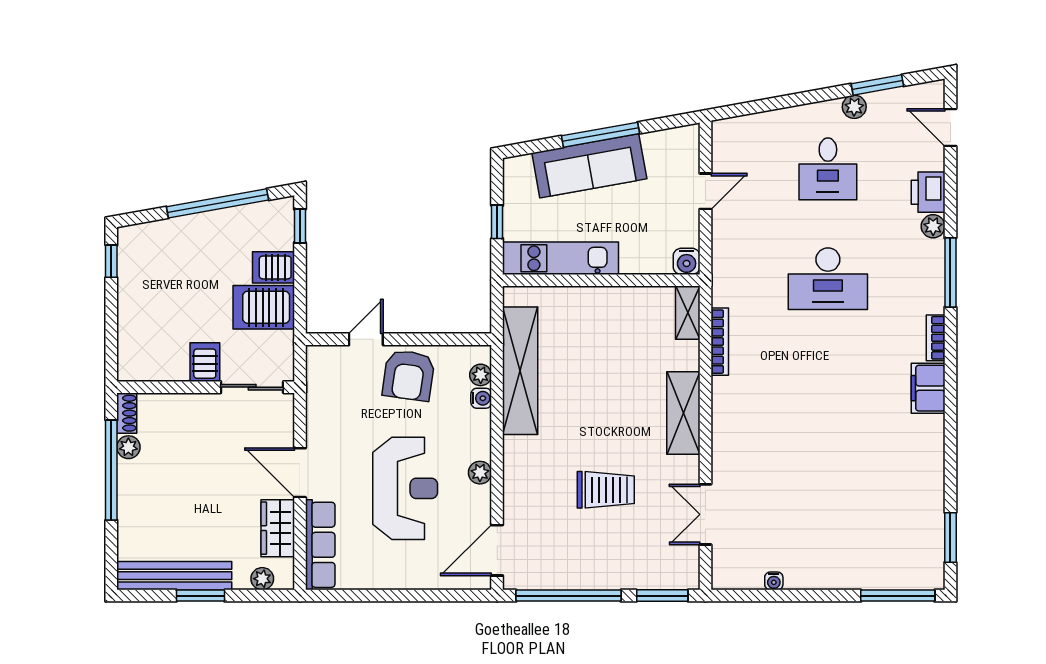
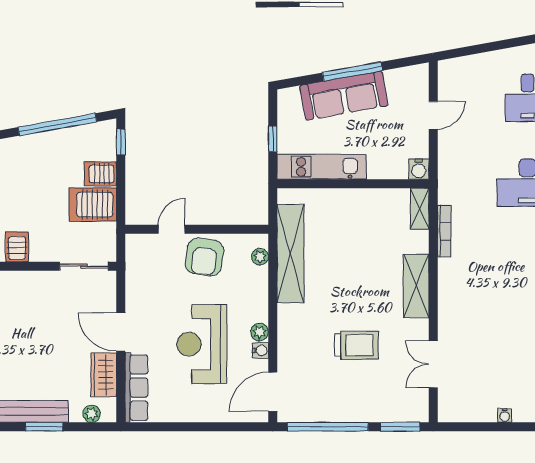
server rack: (205, 362) -> (17, 247), moved
water cooler: (481, 398) -> (260, 350), moved
reception desk: (405, 488) -> (202, 344), turned 180
water cooler: (774, 581) -> (505, 415), moved

